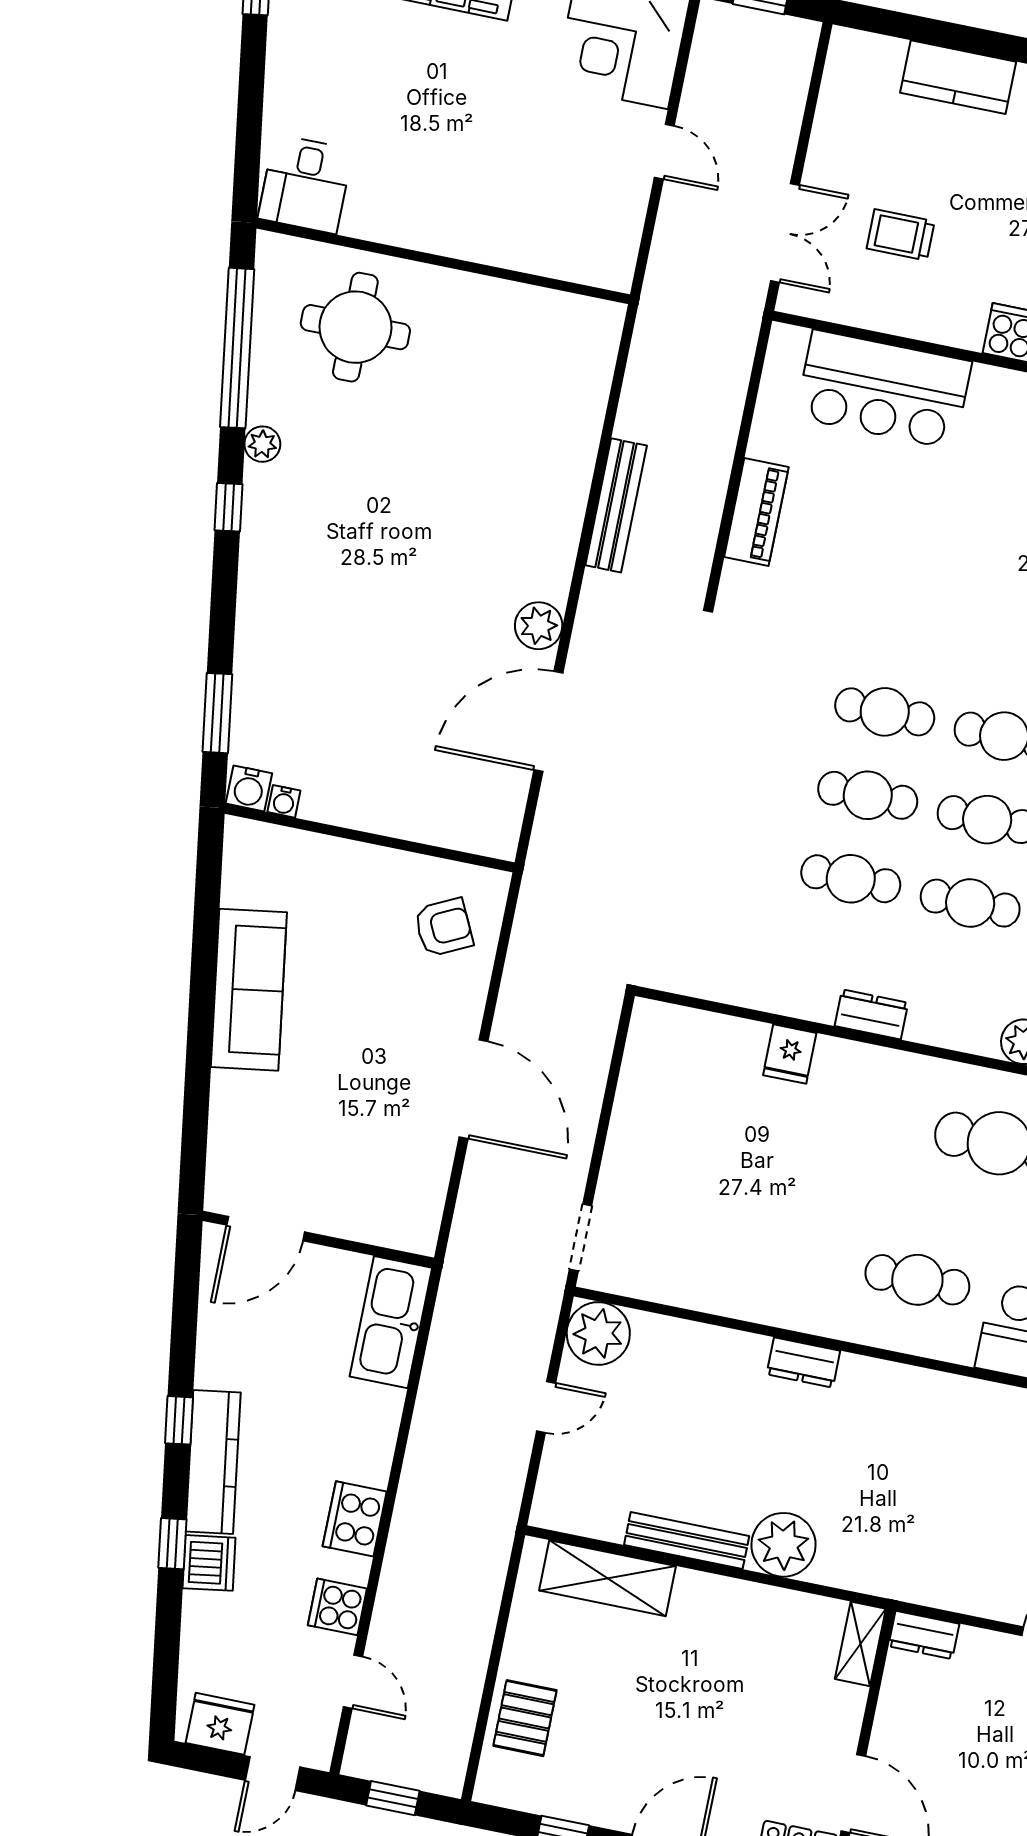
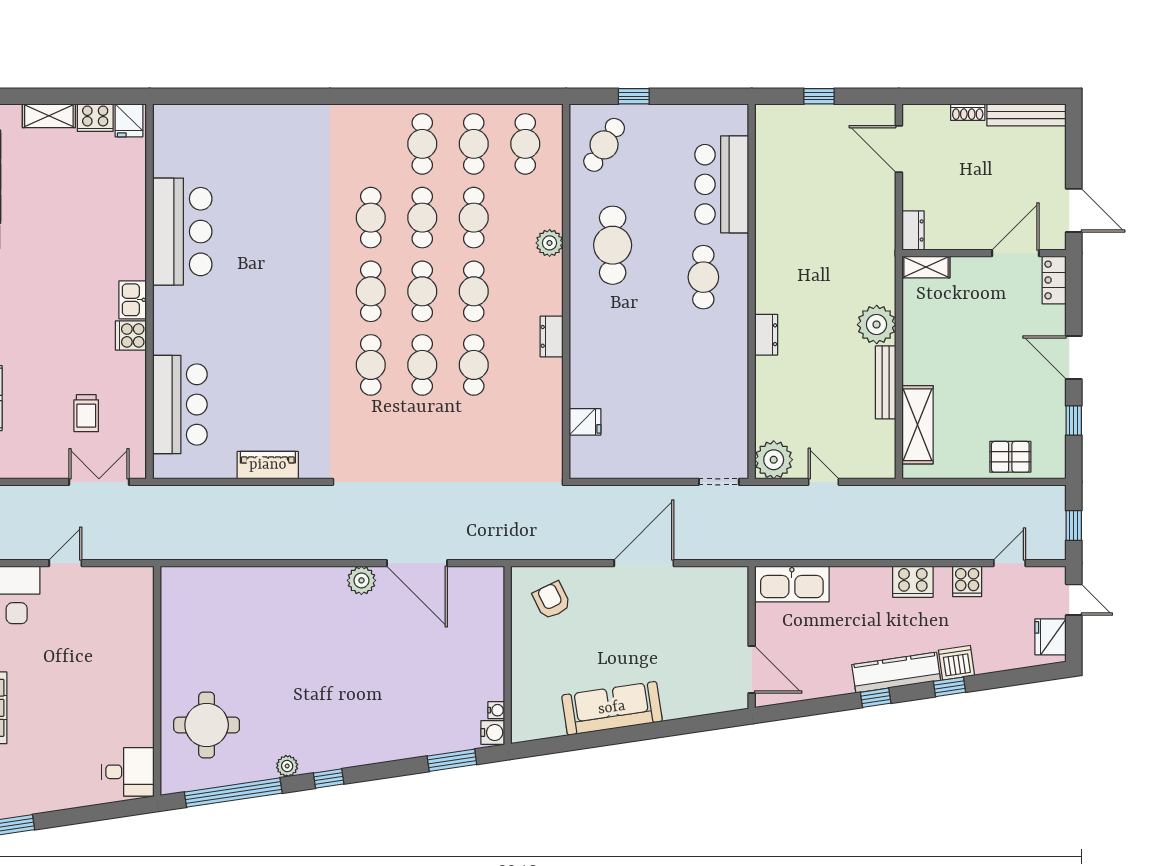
bench: (616, 505) -> (281, 549), removed
fridge: (790, 1054) -> (585, 422), moved

